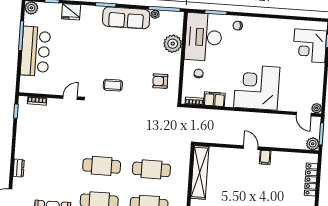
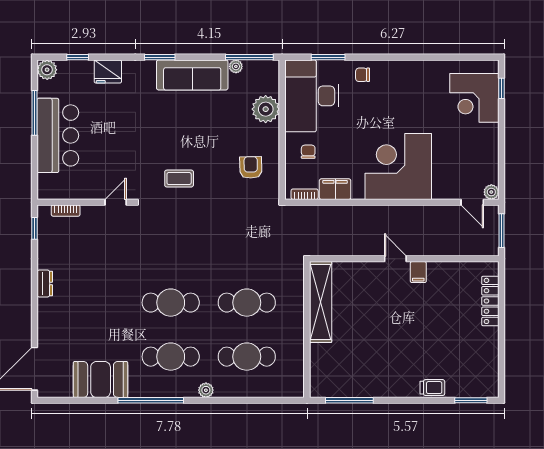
armchair: (160, 81) -> (251, 167), turned 90
plant: (313, 144) -> (489, 246), removed
dresser: (19, 168) -> (45, 283), moved

